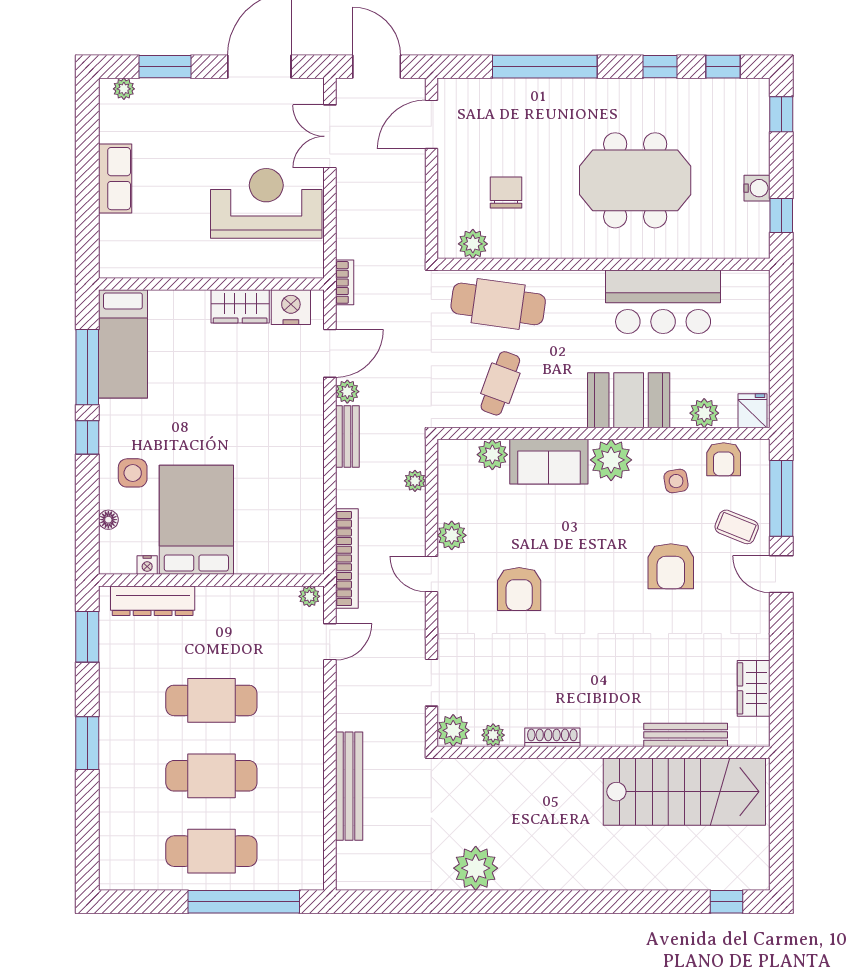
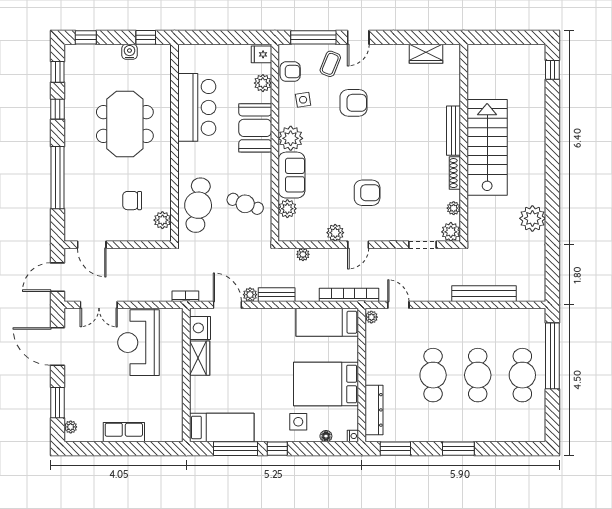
bed: (301, 522) -> (327, 322), added
nightstand: (147, 565) -> (353, 436), moved
bench: (686, 735) -> (453, 131), moved
stairs: (684, 792) -> (487, 147), moved

